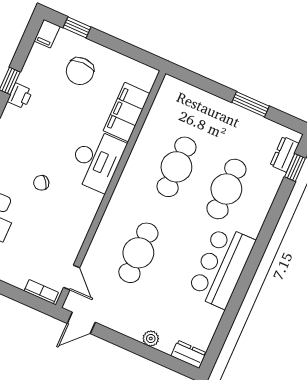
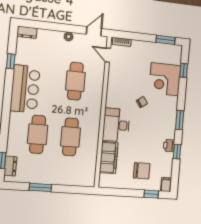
chair: (80, 71) -> (142, 171), turned 90
window: (229, 317) -> (11, 61), added
plant: (151, 339) -> (69, 37), moved

